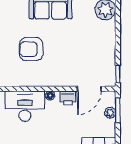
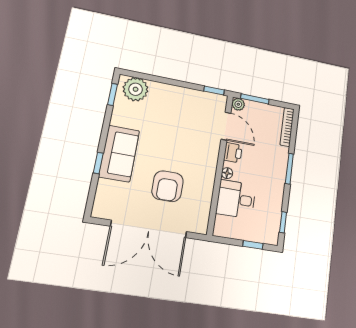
desk: (25, 106) -> (236, 199), width x0.73
plant: (110, 113) -> (238, 104), moved

